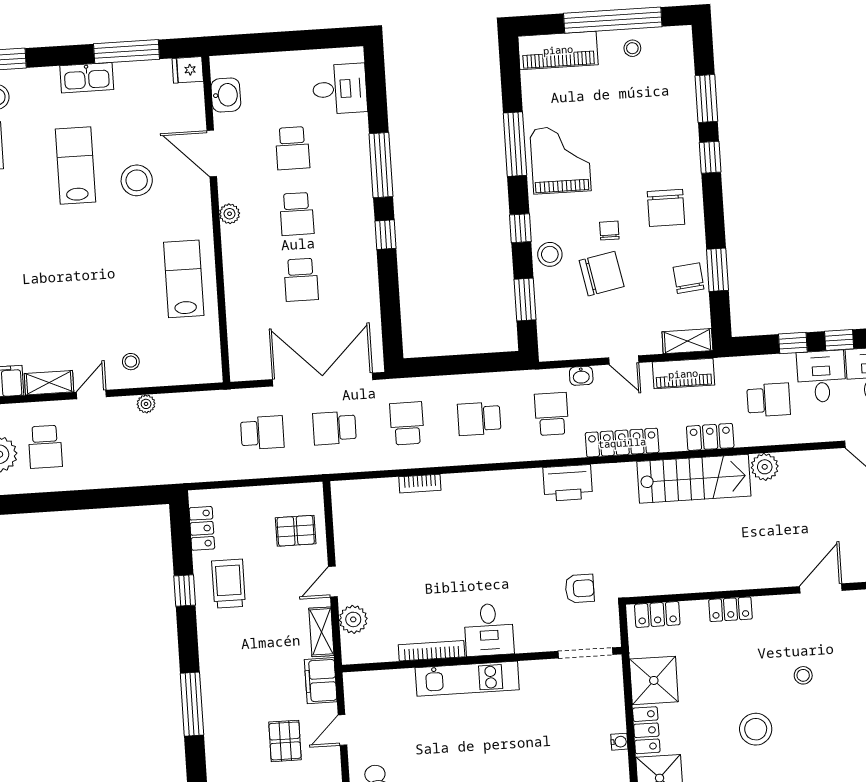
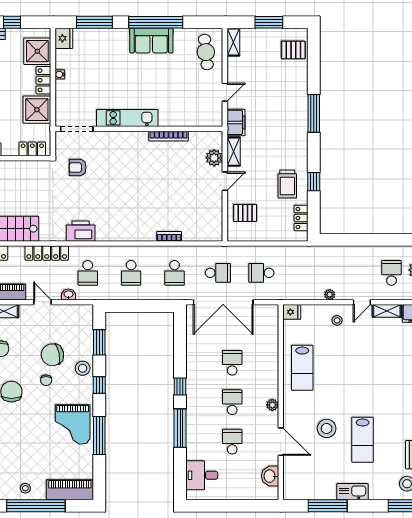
fridge: (188, 70) -> (292, 312), moved
school desk: (479, 419) -> (131, 273), turned 90
desk: (489, 630) -> (134, 146), removed
kitchen unit: (467, 679) -> (127, 118), moved
pallet: (285, 741) -> (260, 88), removed

